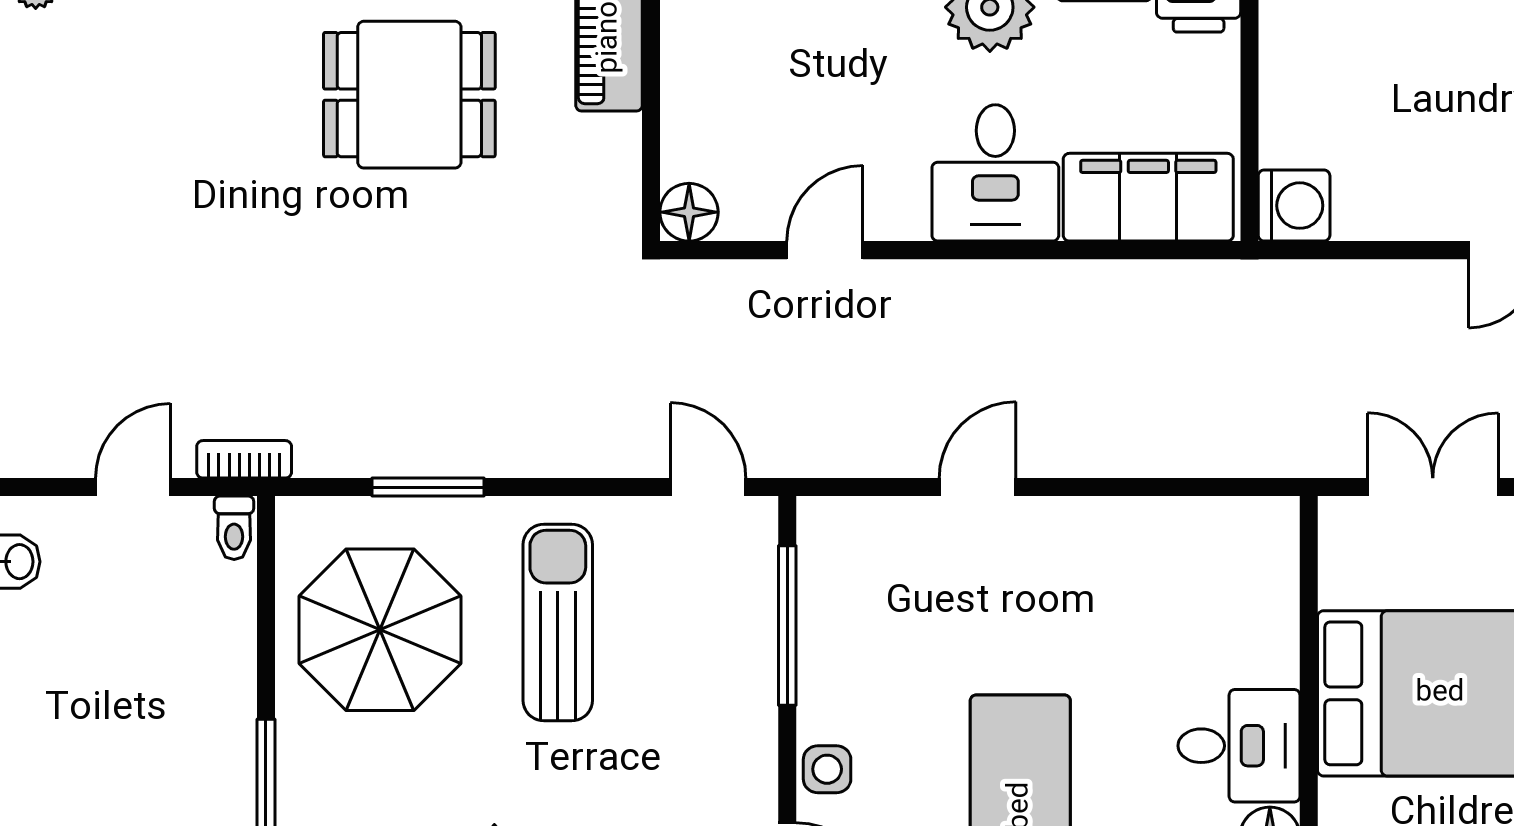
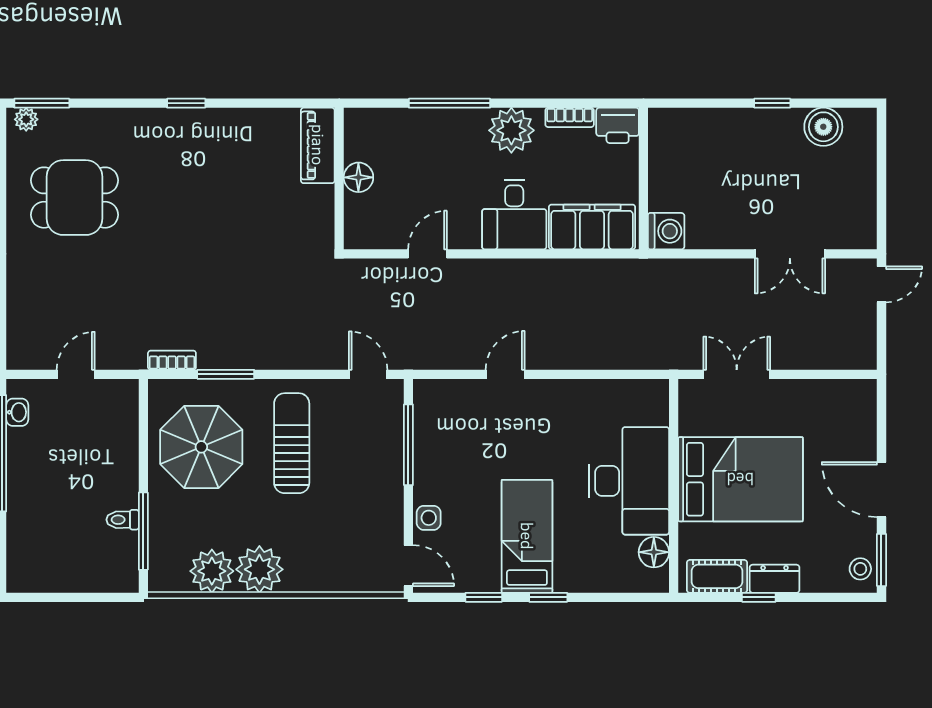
dining table: (409, 95) -> (74, 198), moved
floor lamp: (689, 212) -> (358, 177), moved
bookcase: (244, 459) -> (172, 360), moved
toilet: (234, 528) -> (123, 520), moved, turned 90
desk: (1239, 746) -> (629, 481), width x1.87, depth x1.30

